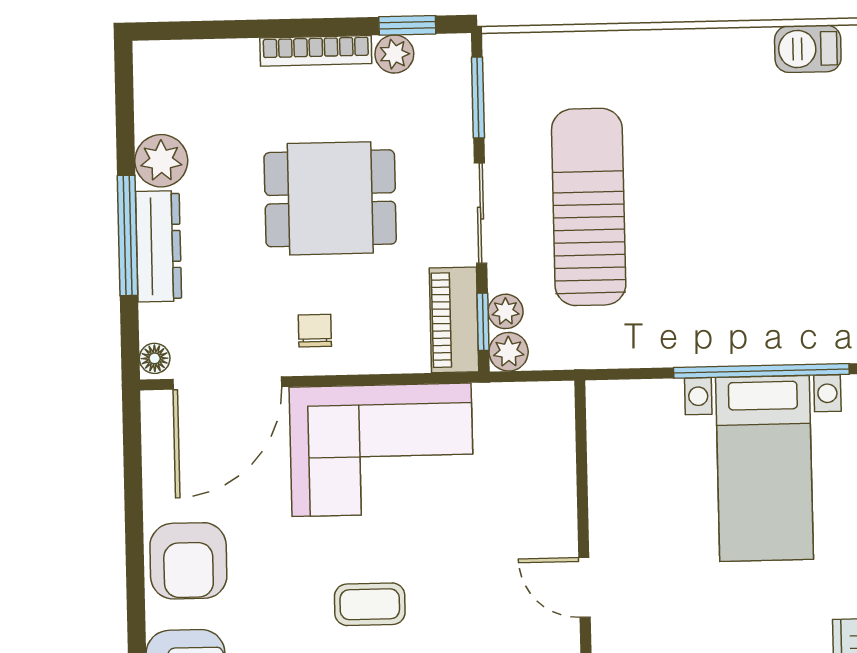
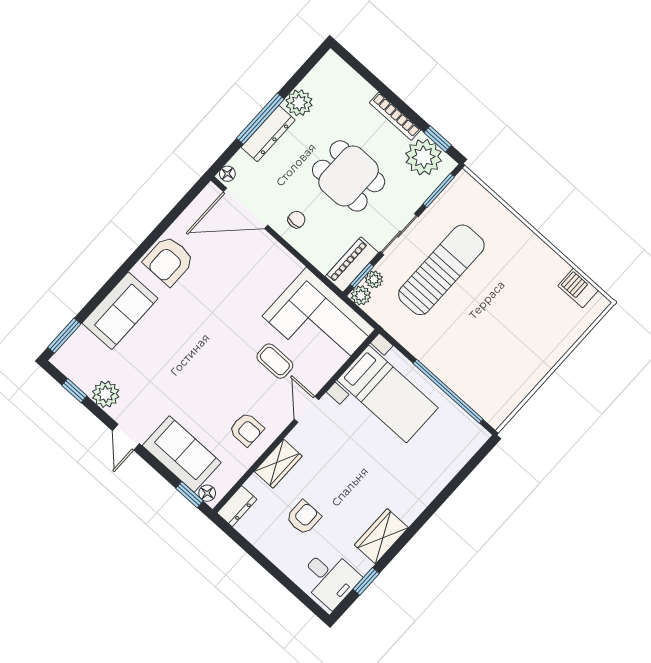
plant: (394, 54) -> (424, 157), width x1.87, depth x1.87
corner sofa: (381, 450) -> (319, 323), moved
bed with nightstands: (764, 468) -> (388, 394), moved, turned -90
coffee table: (370, 604) -> (275, 361), moved

